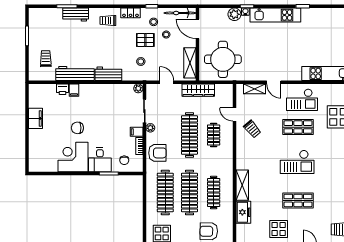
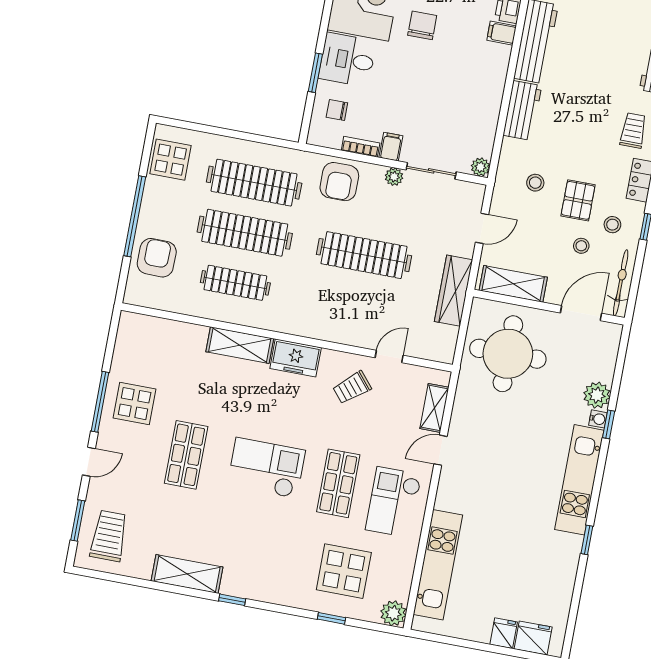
clothes rail: (214, 135) -> (355, 305), removed
checkout: (297, 162) -> (266, 468), turned 90
freezer: (243, 212) -> (296, 358), moved

